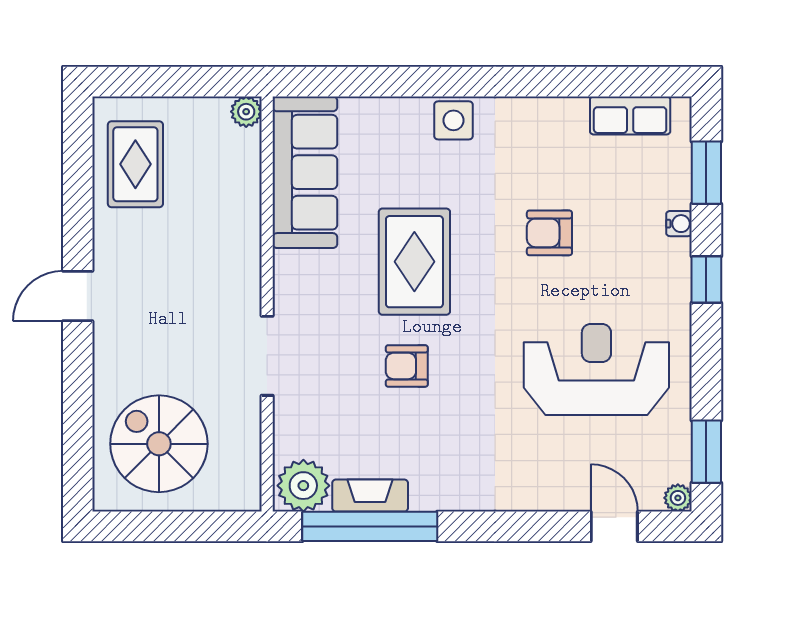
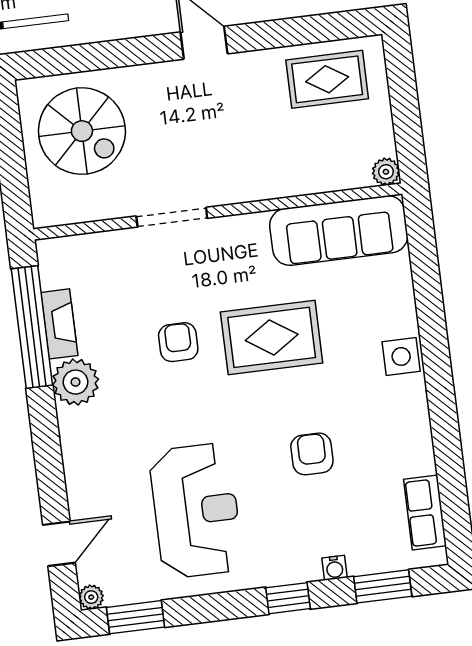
spiral stairs: (159, 444) -> (82, 131), turned 90
plant: (303, 486) -> (76, 382), moved

